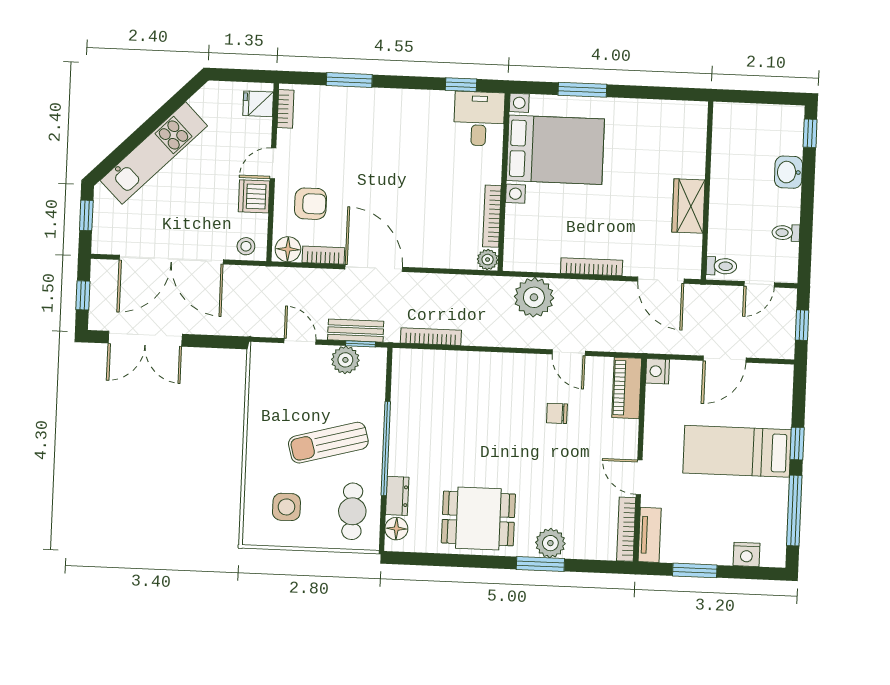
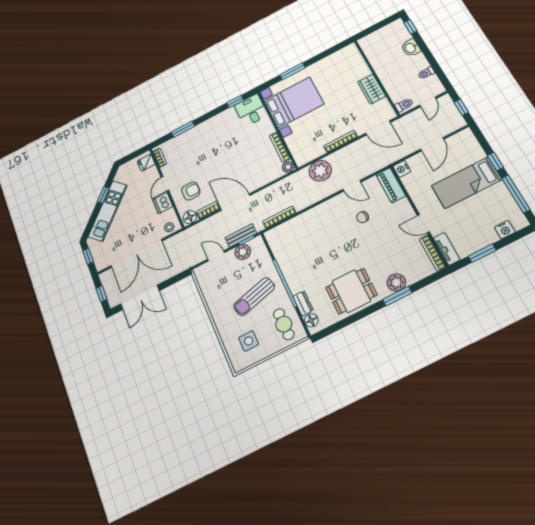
window: (158, 118) -> (103, 195), added

